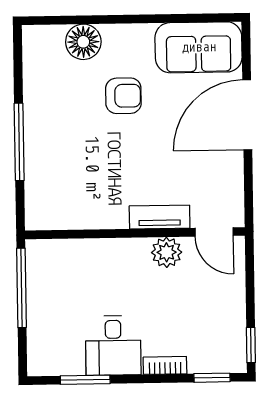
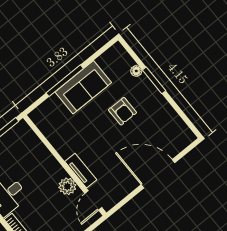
window: (115, 19) -> (154, 80), added
floor lamp: (83, 42) -> (136, 71), width x0.53, depth x0.53
sofa: (199, 47) -> (83, 87), moved, turned -90

